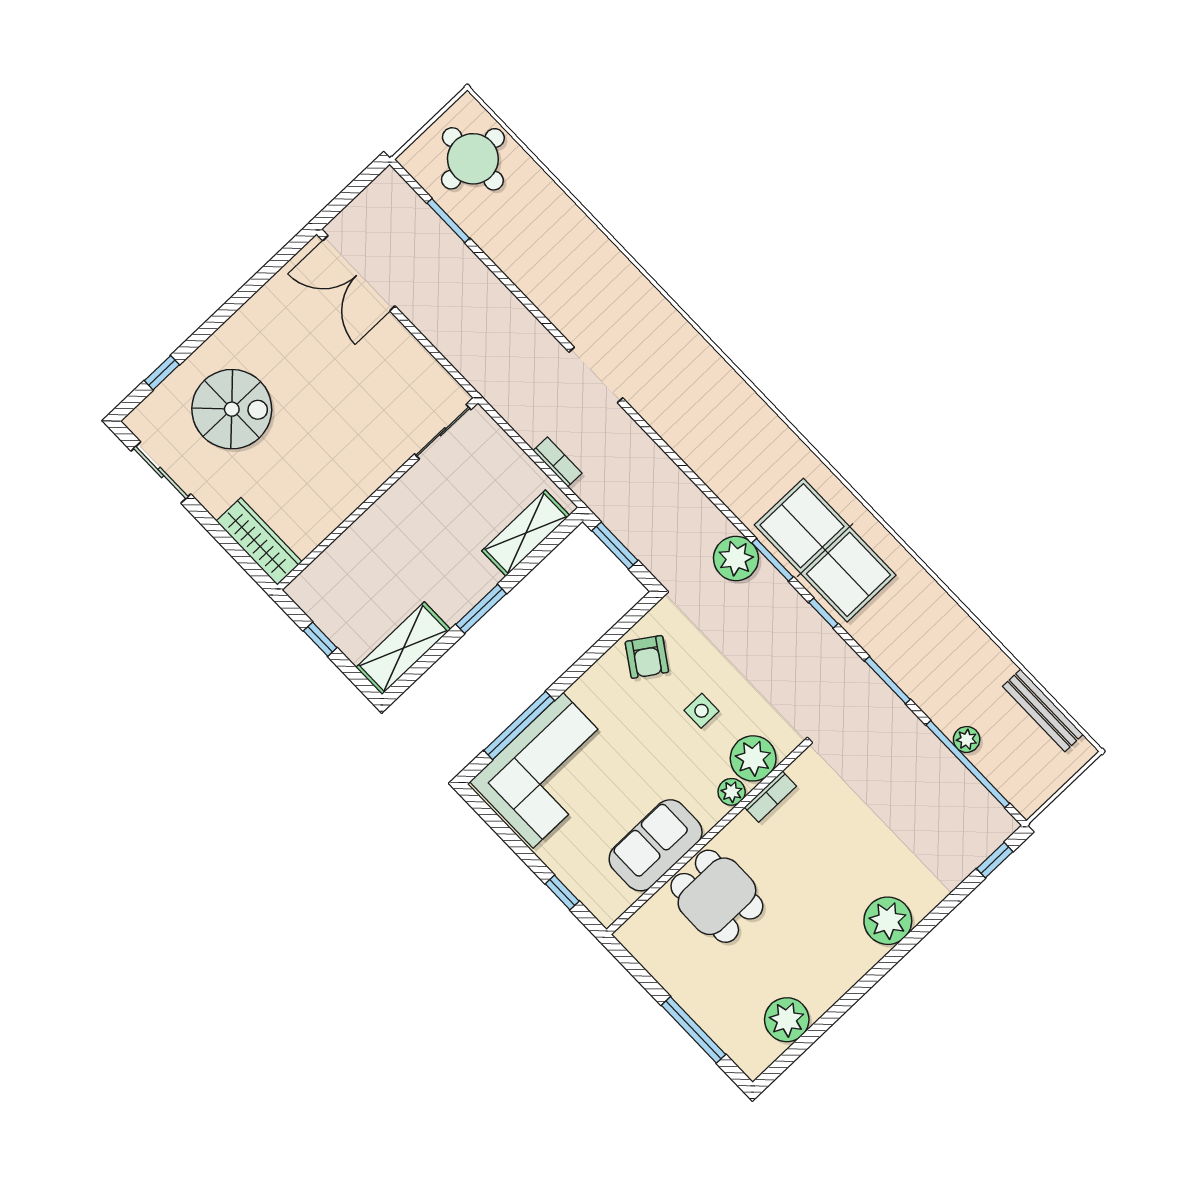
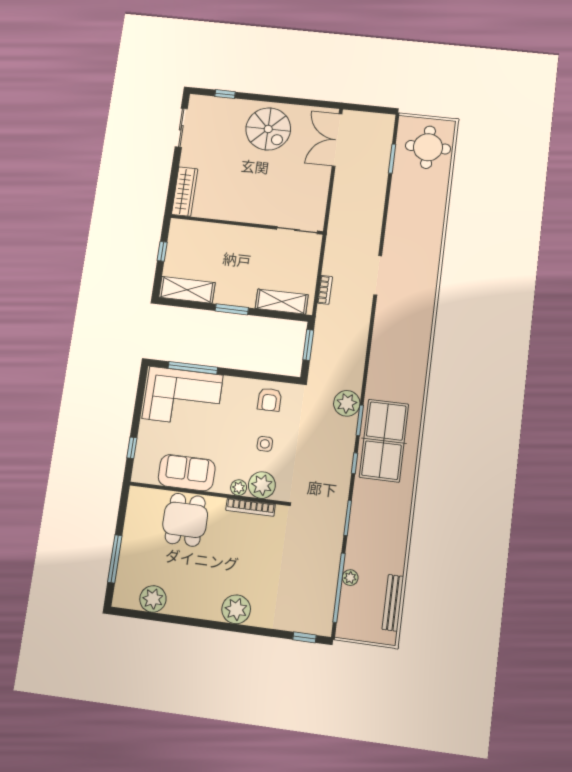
spiral stairs: (232, 409) -> (268, 129), moved
armchair: (647, 657) -> (270, 400), turned -34
bookcase: (770, 797) -> (251, 507), width x1.56

